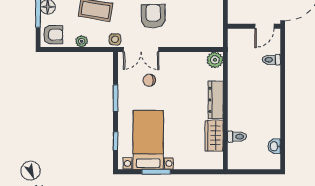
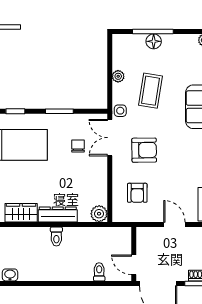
armchair: (53, 35) -> (137, 193), moved
toilet: (237, 137) -> (56, 236), moved

